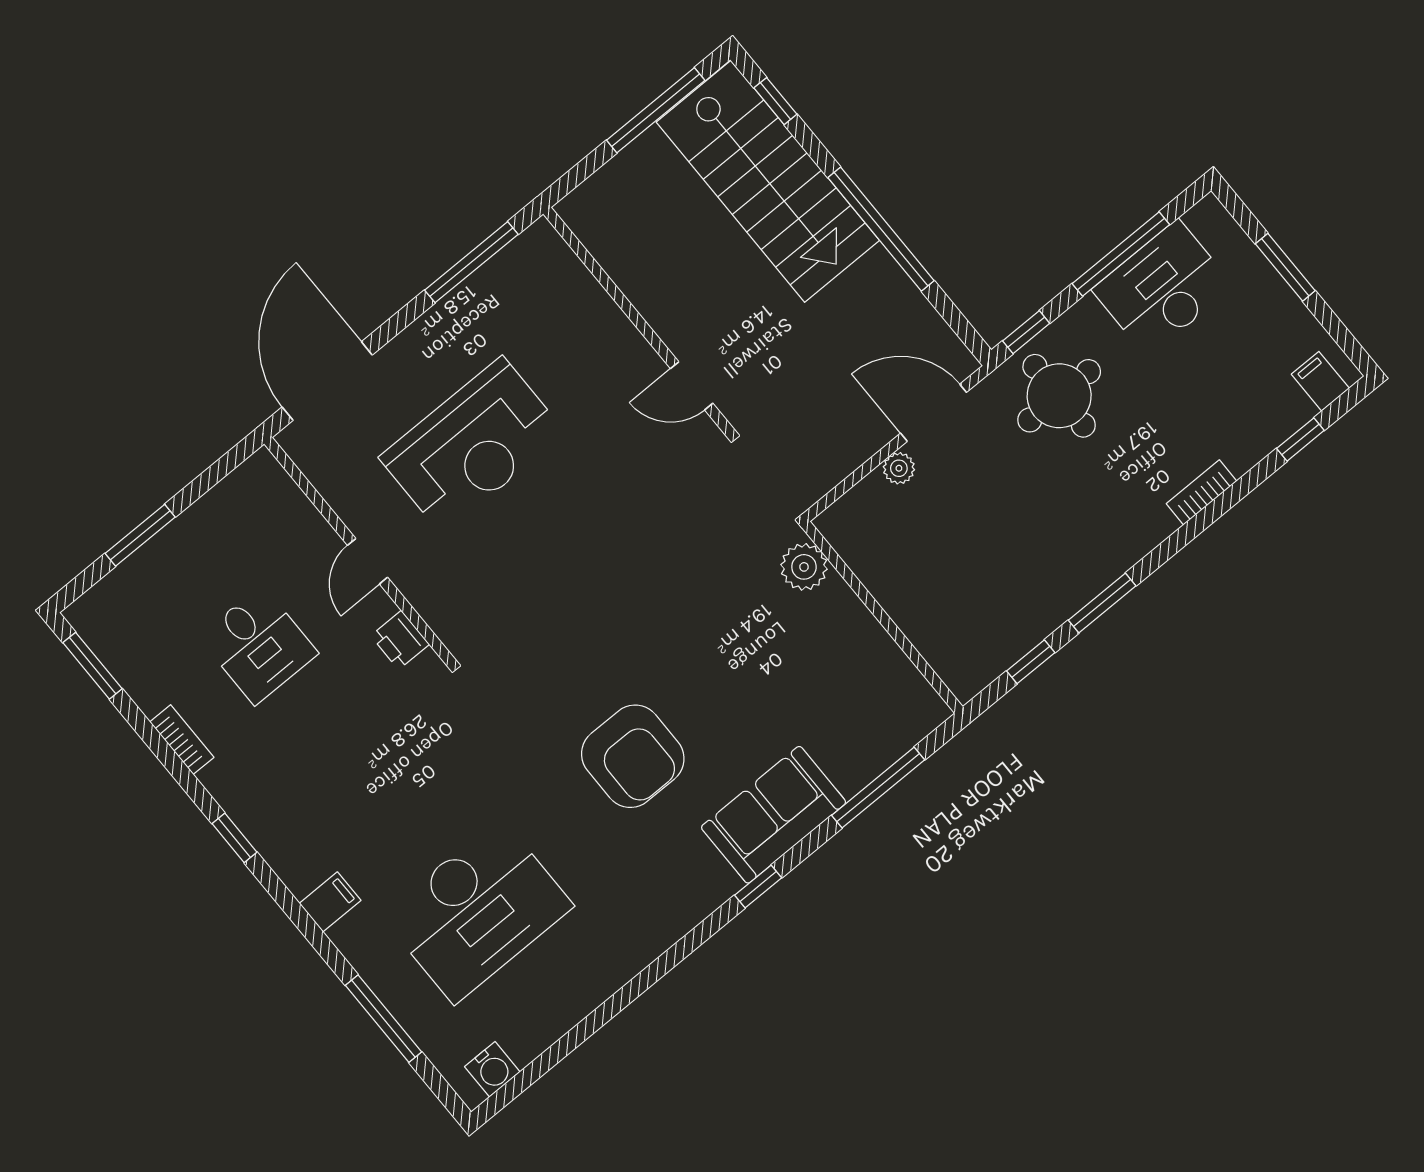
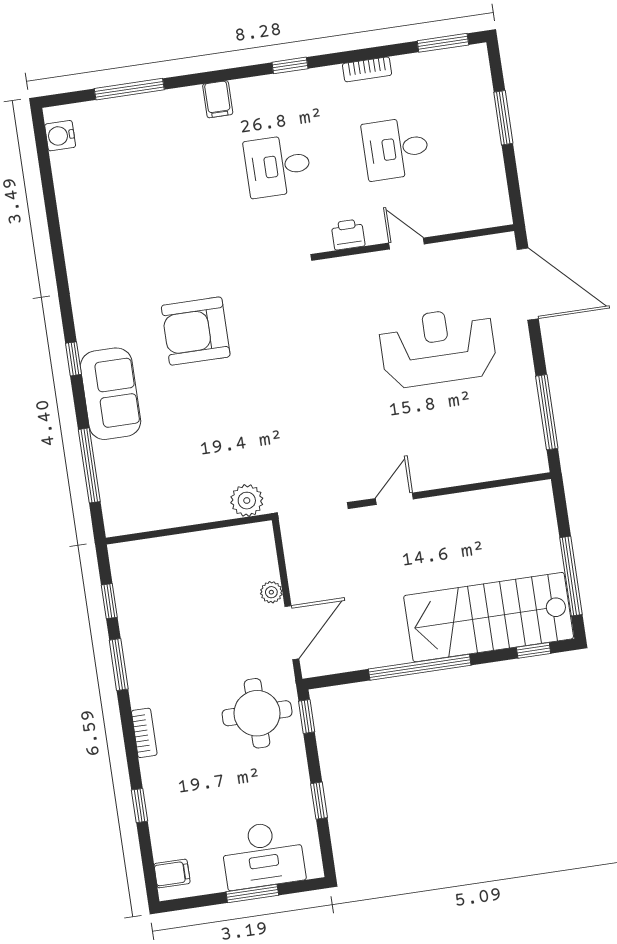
window: (1121, 254) -> (319, 801), width x0.46
desk: (1163, 288) -> (263, 855), moved, turned 90
window: (1300, 439) -> (139, 806), moved
reception desk: (472, 445) -> (438, 347), turned 90
bookcase: (1202, 492) -> (144, 733), moved
desk: (477, 911) -> (278, 166), moved, width x0.53, depth x0.77

